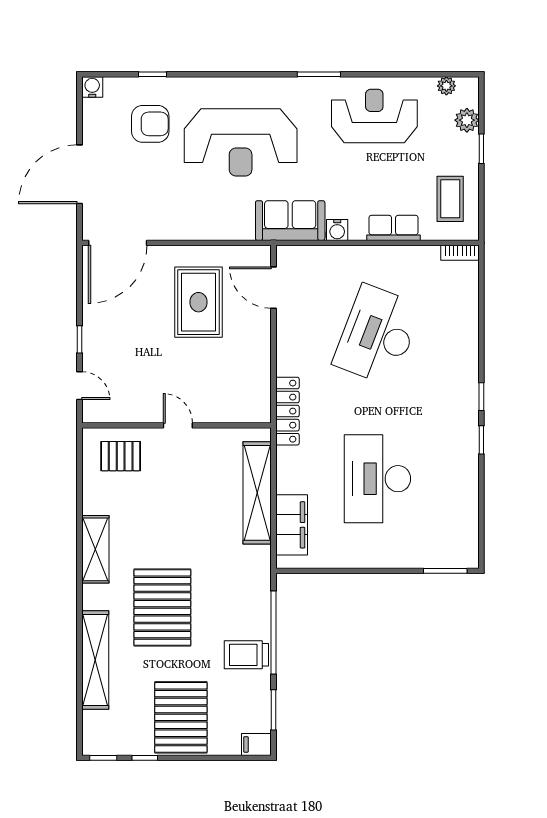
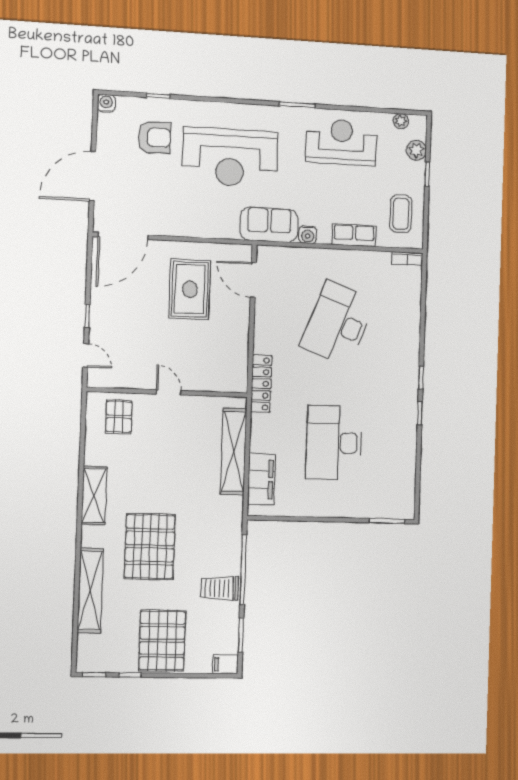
pallet: (121, 456) -> (119, 417), turned 90

